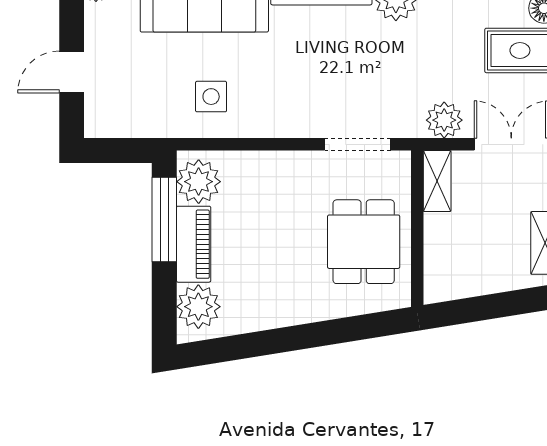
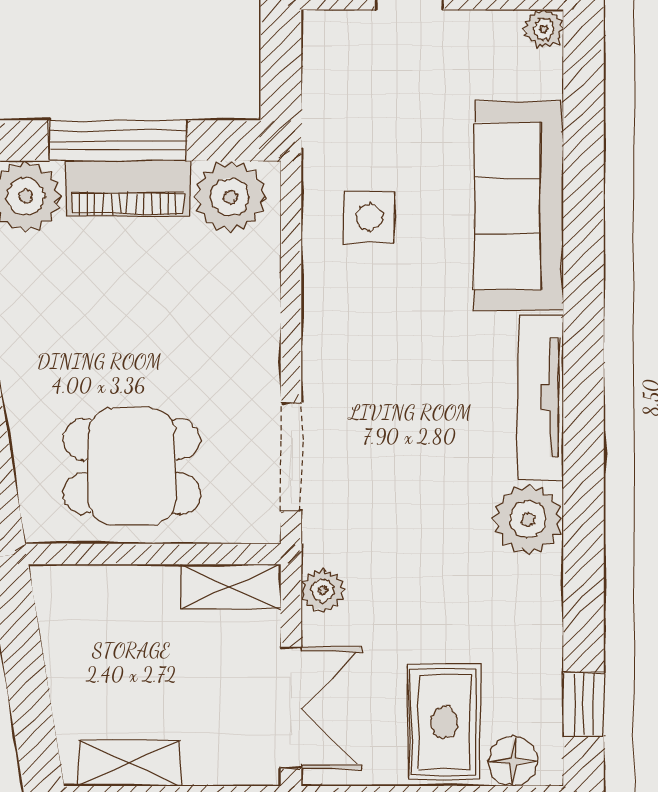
plant: (444, 120) -> (323, 590), width x0.73, depth x0.73
window: (164, 220) -> (118, 141), moved

